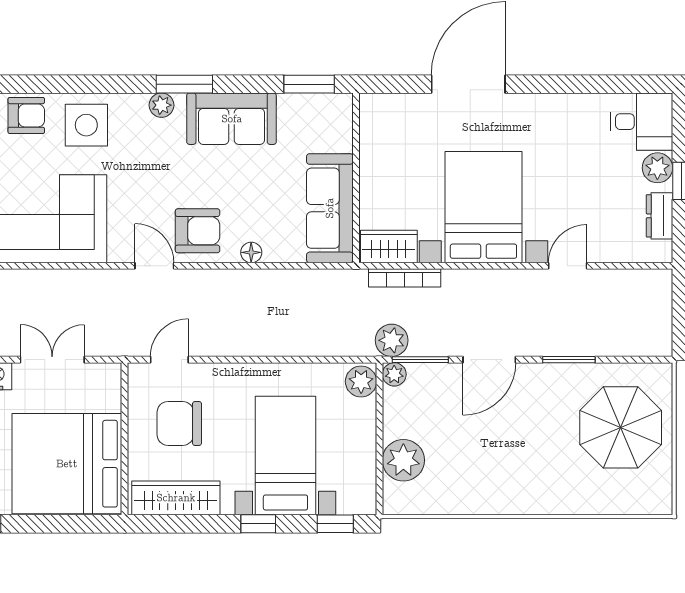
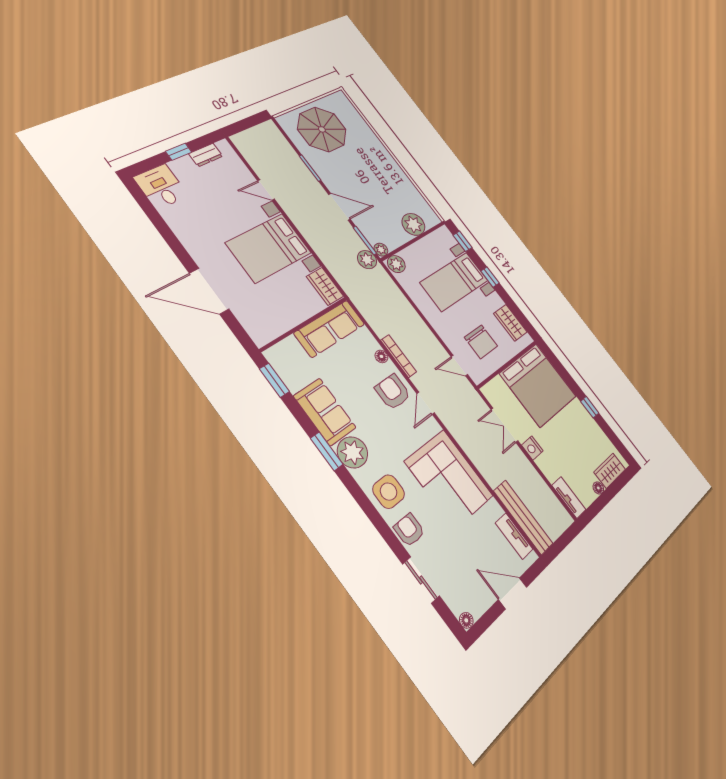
plant: (161, 105) -> (353, 452), width x1.88, depth x1.88
plant: (657, 168) -> (181, 167), removed
bookcase: (405, 278) -> (399, 356), moved
wardrobe: (176, 498) -> (510, 323), width x0.67

